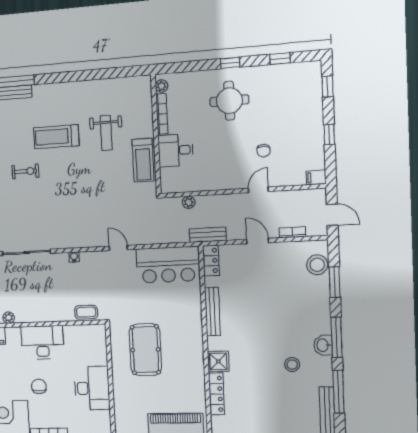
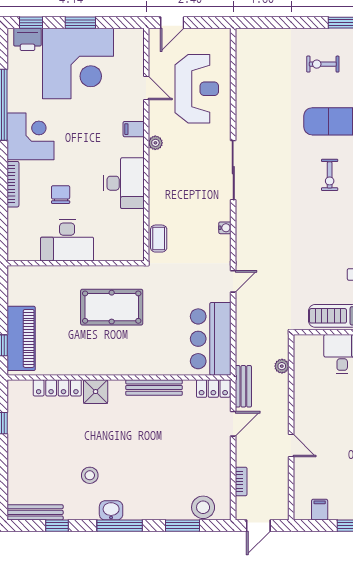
chair: (264, 151) -> (335, 453), removed
filing cabinet: (316, 177) -> (320, 510), moved
door: (258, 241) -> (233, 424), moved
chair: (39, 386) -> (61, 195), moved, turned -90
window: (339, 392) -> (57, 526), width x0.46

